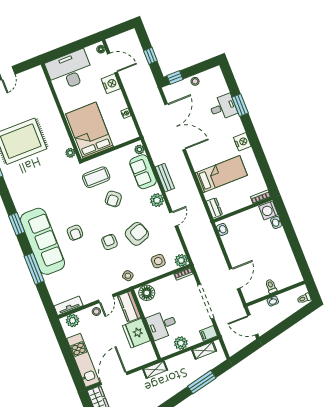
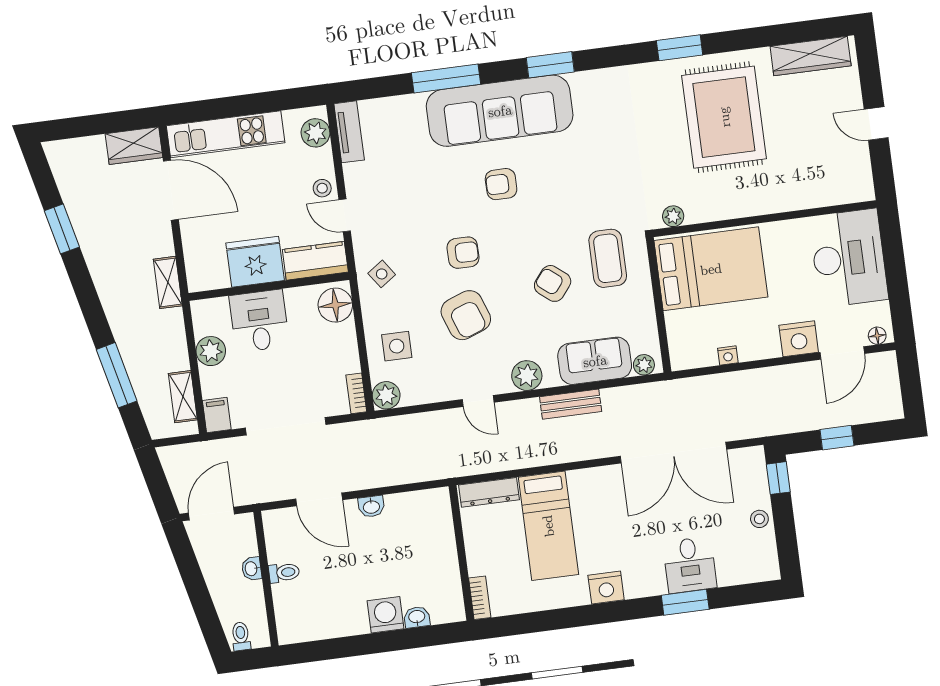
dresser: (214, 208) -> (489, 492), width x1.44
washing machine: (268, 210) -> (385, 615), moved
washbasin: (222, 229) -> (371, 507), moved

